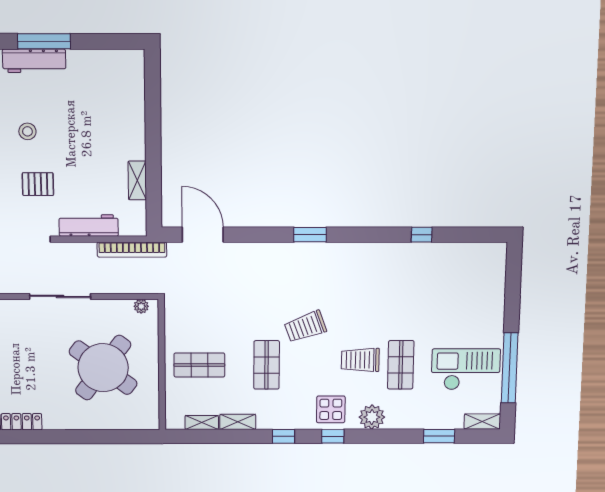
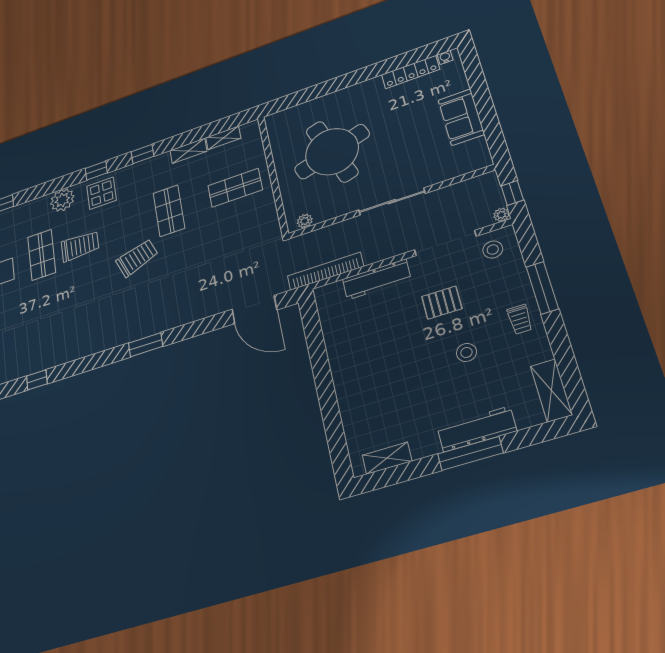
shelving: (137, 180) -> (387, 458), moved, turned 90
round table: (103, 368) -> (332, 152), turned 35

